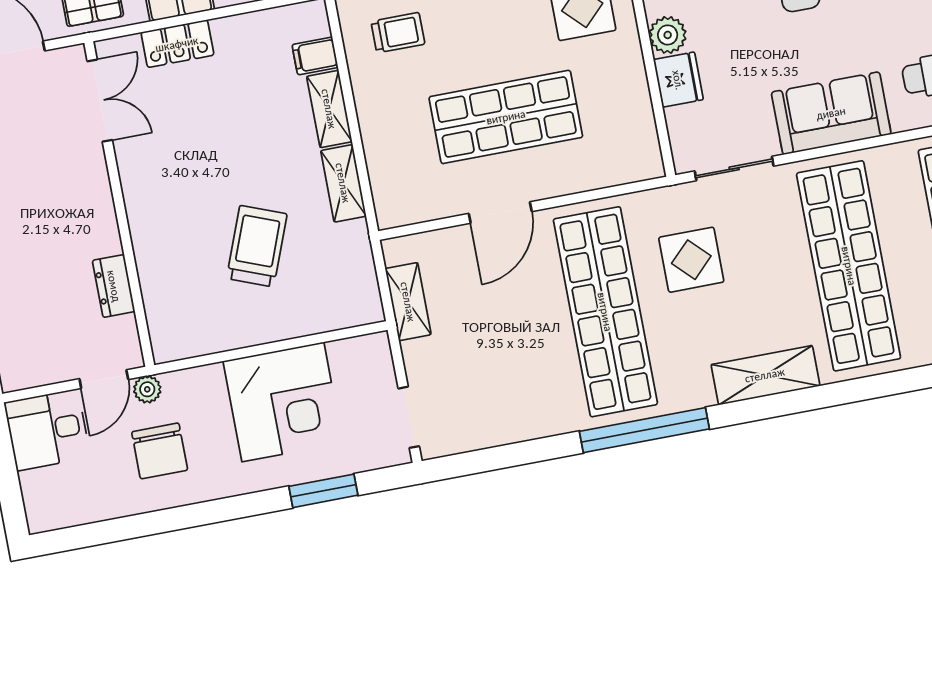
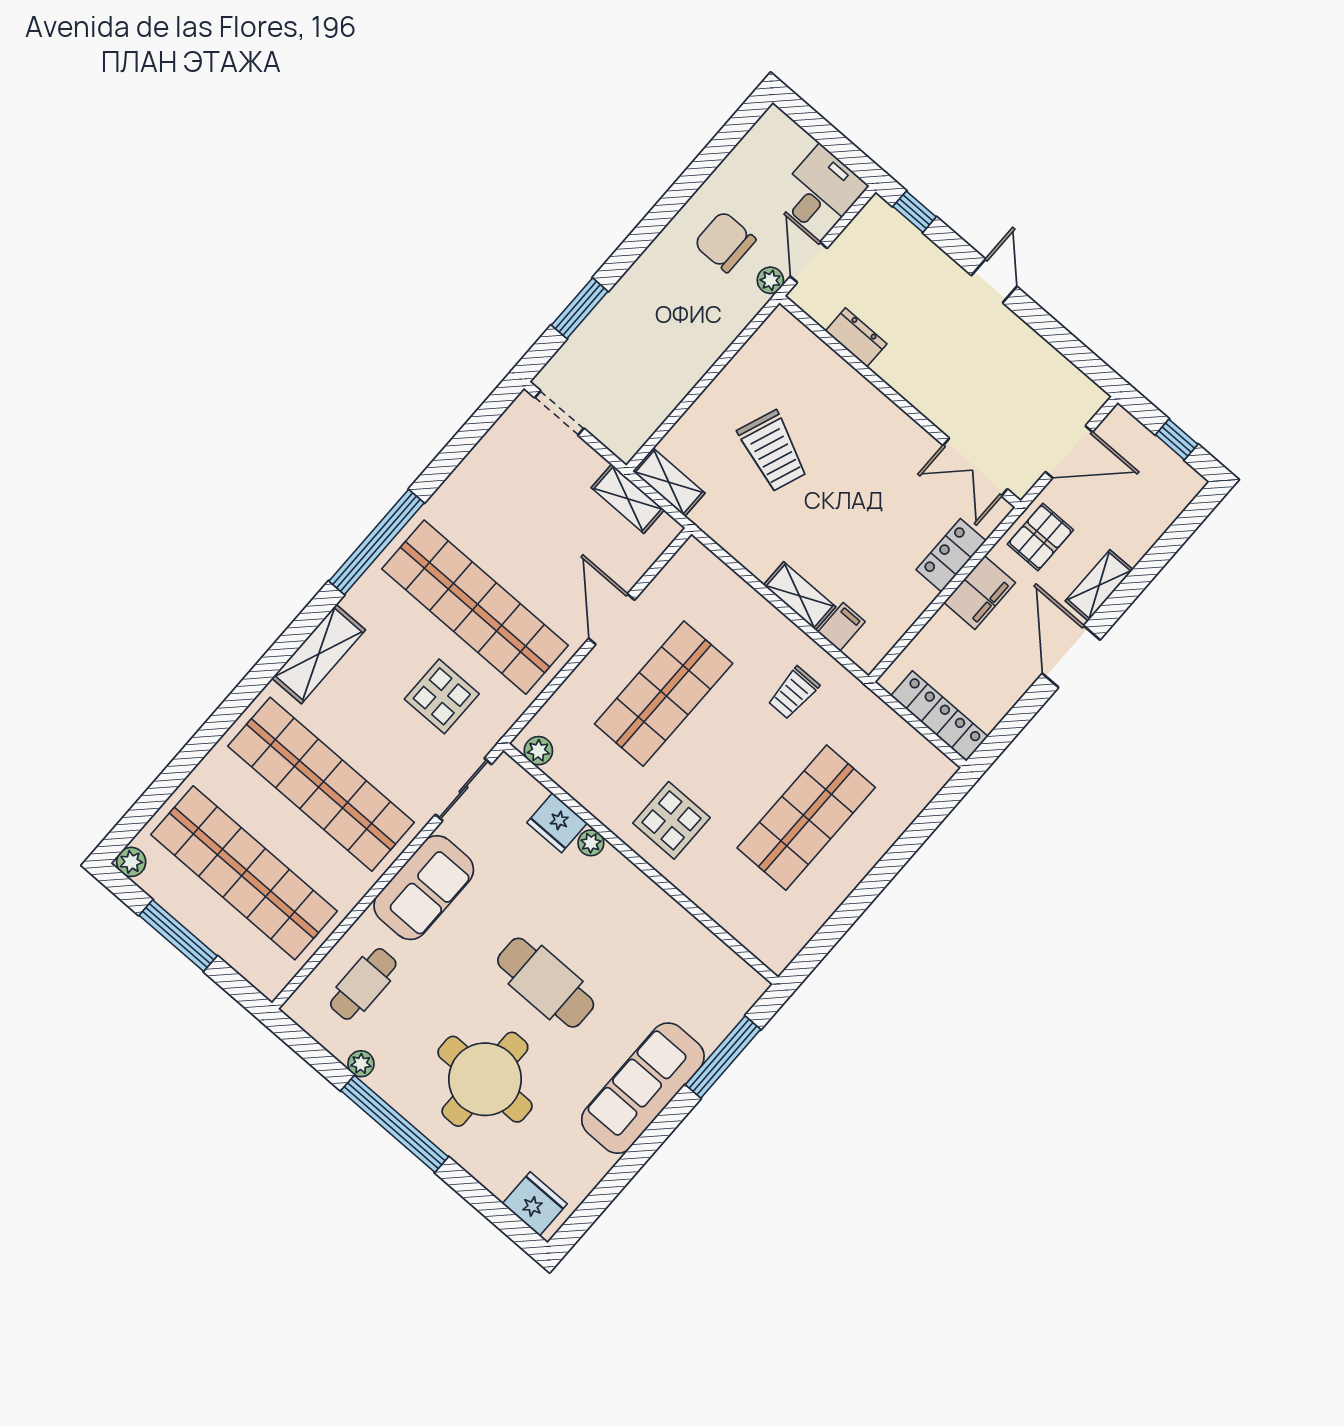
plant: (668, 35) -> (591, 843), width x0.73, depth x0.73
plant: (647, 152) -> (538, 751), added
shelving: (343, 183) -> (669, 482), moved
corner desk: (283, 402) -> (662, 351), removed

